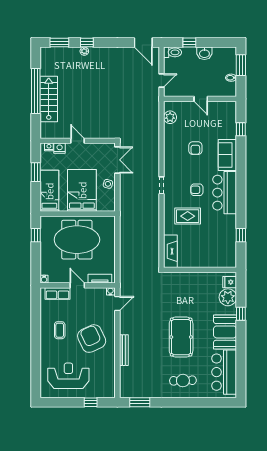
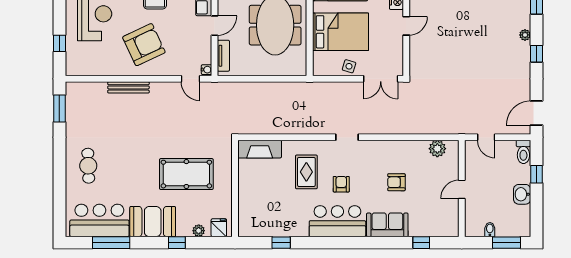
window: (87, 43) -> (536, 54), moved
plant: (228, 297) -> (199, 231), width x0.53, depth x0.53
pool table: (181, 337) -> (186, 174), moved
window: (241, 363) -> (111, 243), added

